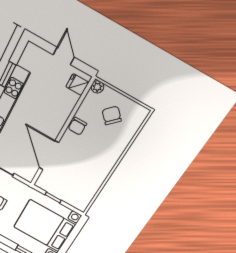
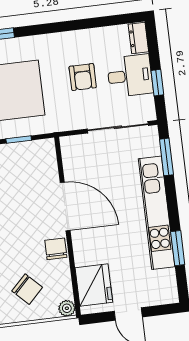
fridge: (77, 85) -> (94, 285), width x1.88, depth x1.34
door: (49, 155) -> (65, 206), moved

